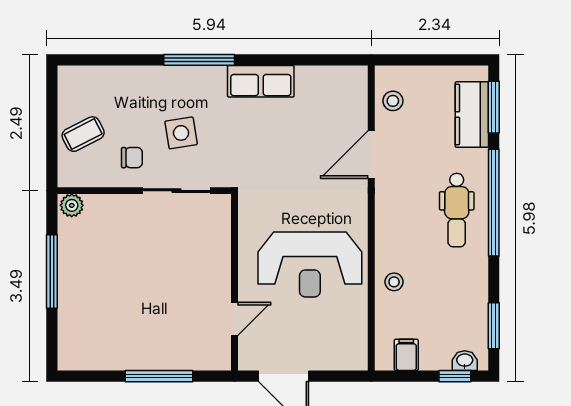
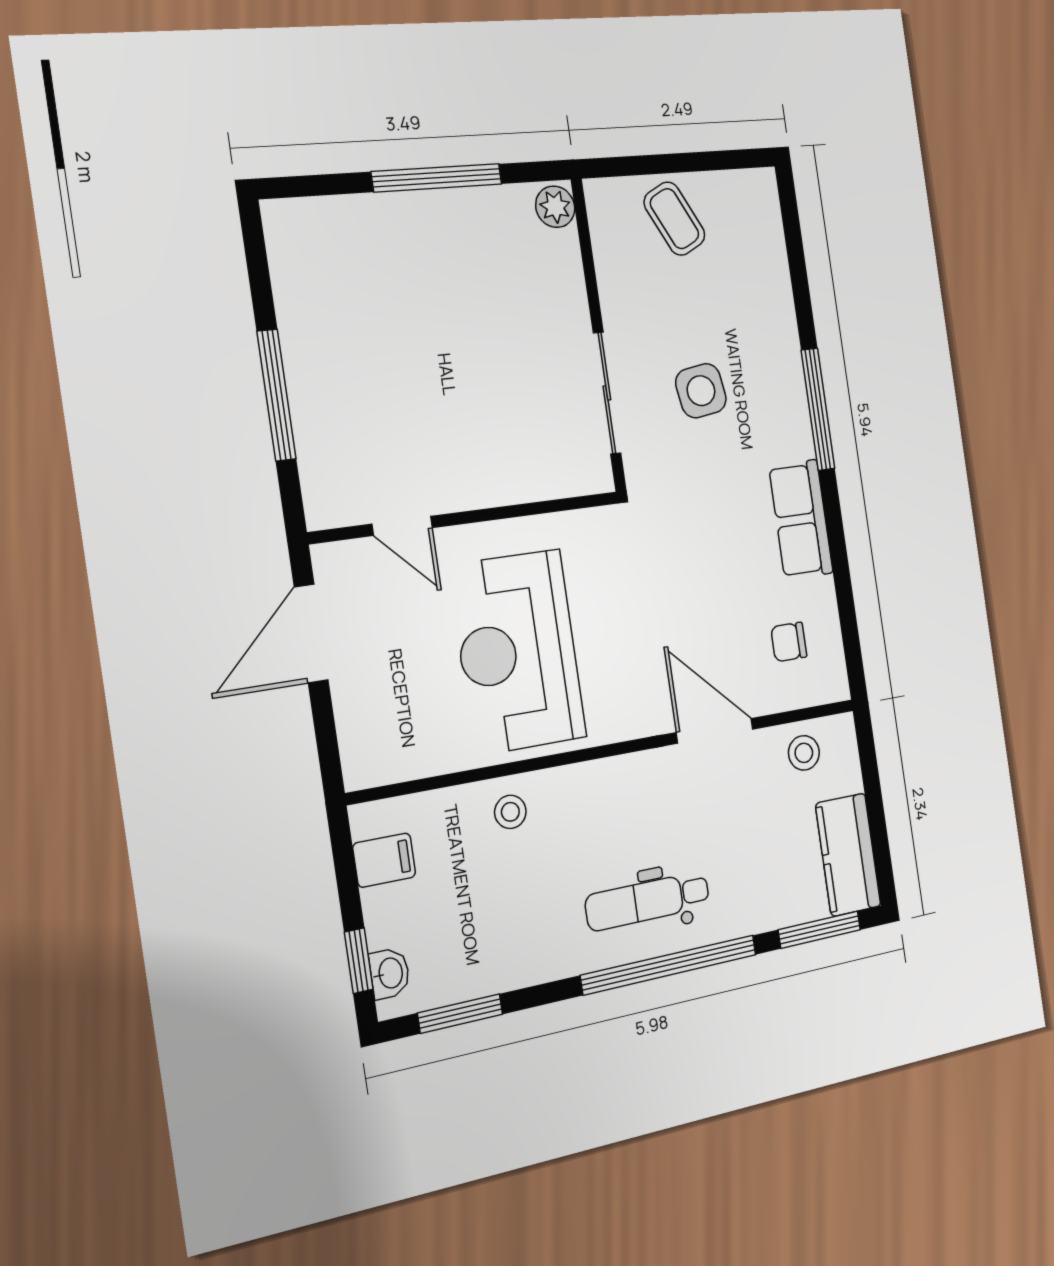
kitchen counter: (472, 115) -> (848, 855), moved, turned -90
chair: (132, 158) -> (789, 642), moved, turned 90

